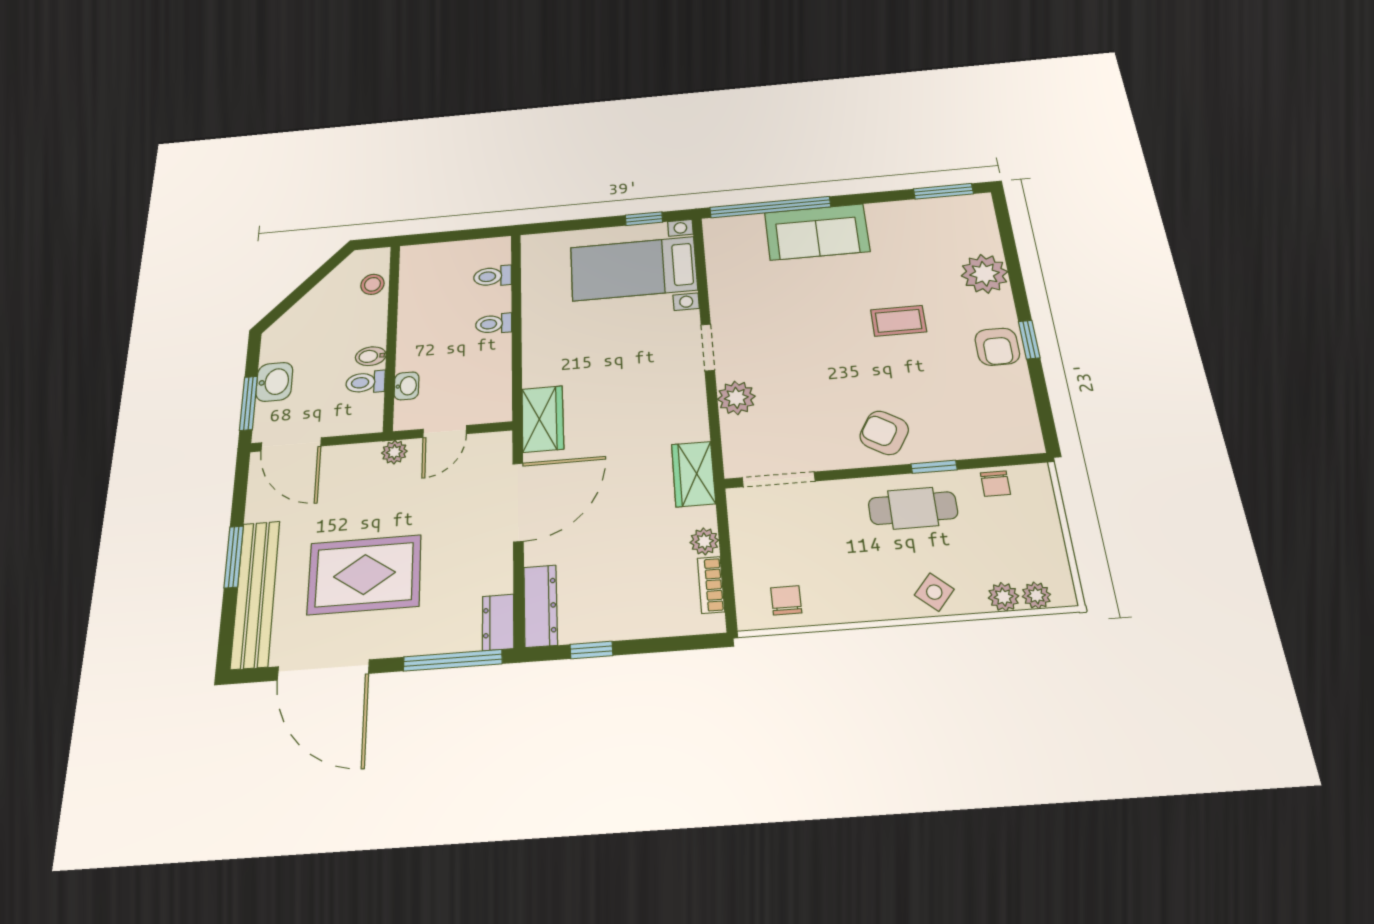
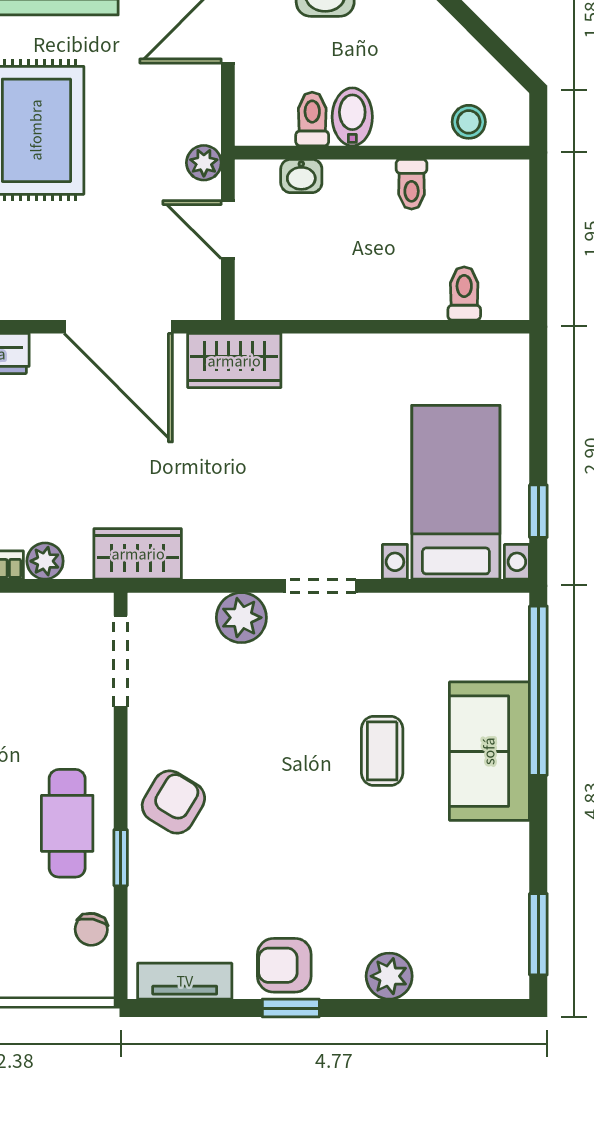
plant: (984, 274) -> (389, 976), width x0.73, depth x0.73
coffee table: (899, 321) -> (382, 751), moved
toilet: (494, 324) -> (412, 184), moved, turned 180
bidet: (371, 356) -> (352, 117), width x1.38, depth x1.36
tv unit: (1023, 413) -> (185, 981), added
chair: (995, 484) -> (91, 929), turned -80

